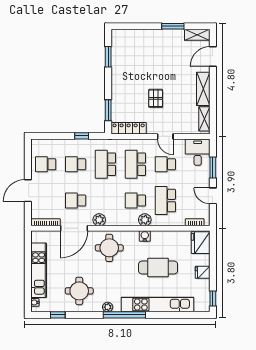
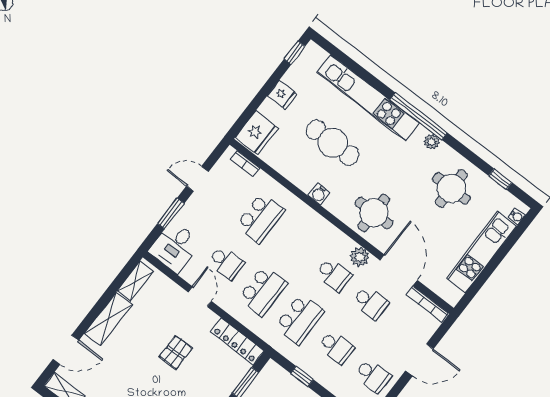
door: (213, 196) -> (198, 179), swing flipped
school desk: (135, 201) -> (334, 275), moved
plant: (145, 220) -> (304, 214), removed
door: (74, 228) -> (399, 270), hinge flipped

